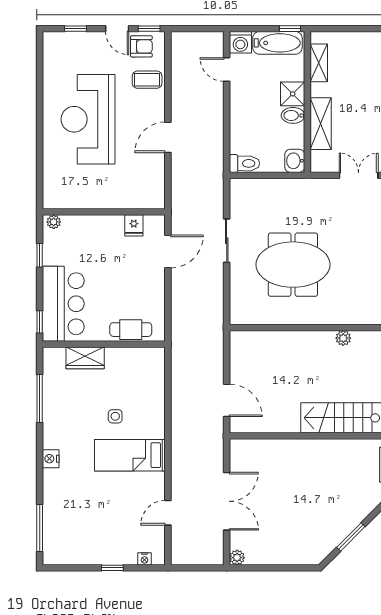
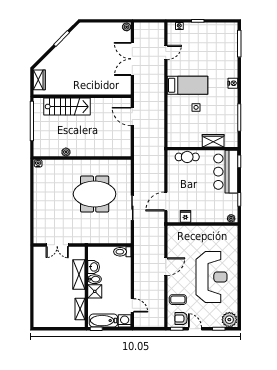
plant: (57, 44) -> (229, 320), added
washbasin: (295, 161) -> (94, 267), moved

